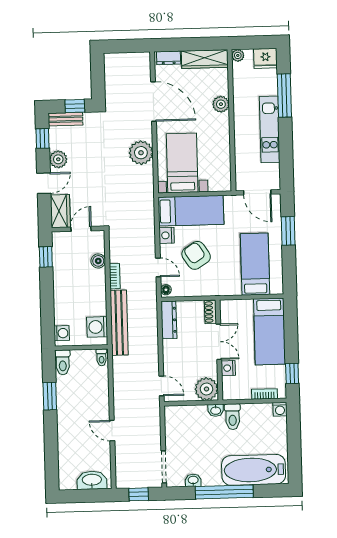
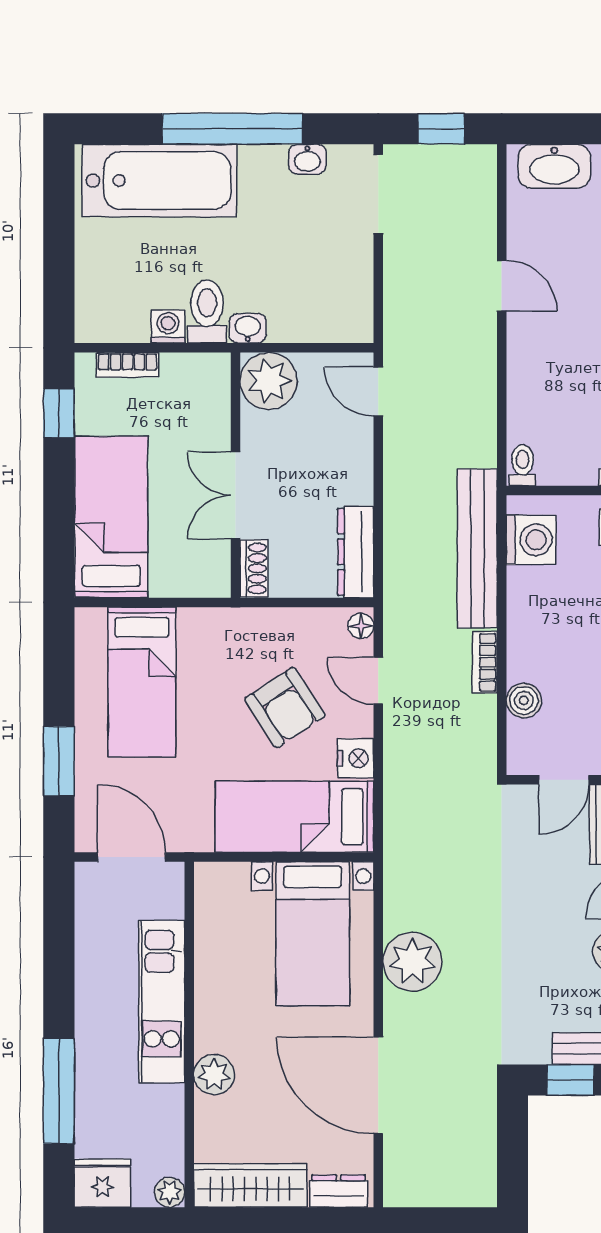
kitchen unit: (270, 129) -> (162, 1002), moved, turned 180
nightstand: (228, 368) -> (214, 430), removed
washing machine: (280, 409) -> (168, 327), moved

